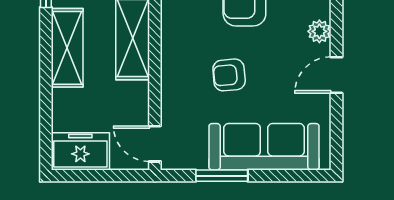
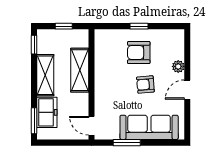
armchair: (229, 75) -> (145, 84), moved
window: (46, 134) -> (34, 121), added
freezer: (80, 151) -> (47, 112), moved, turned 90

